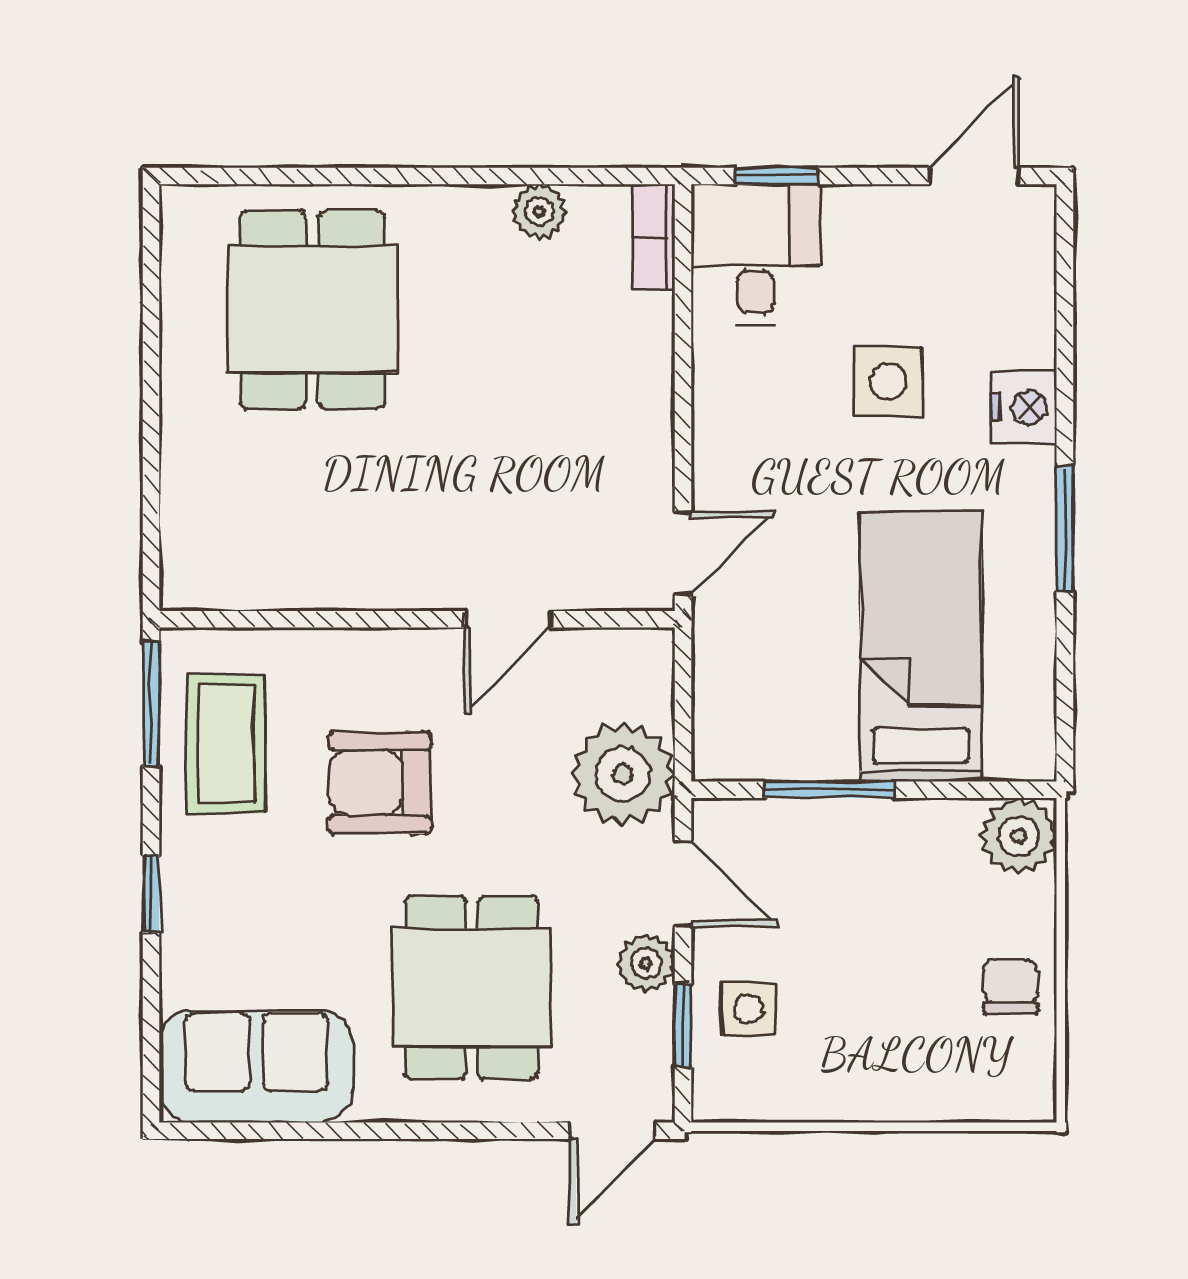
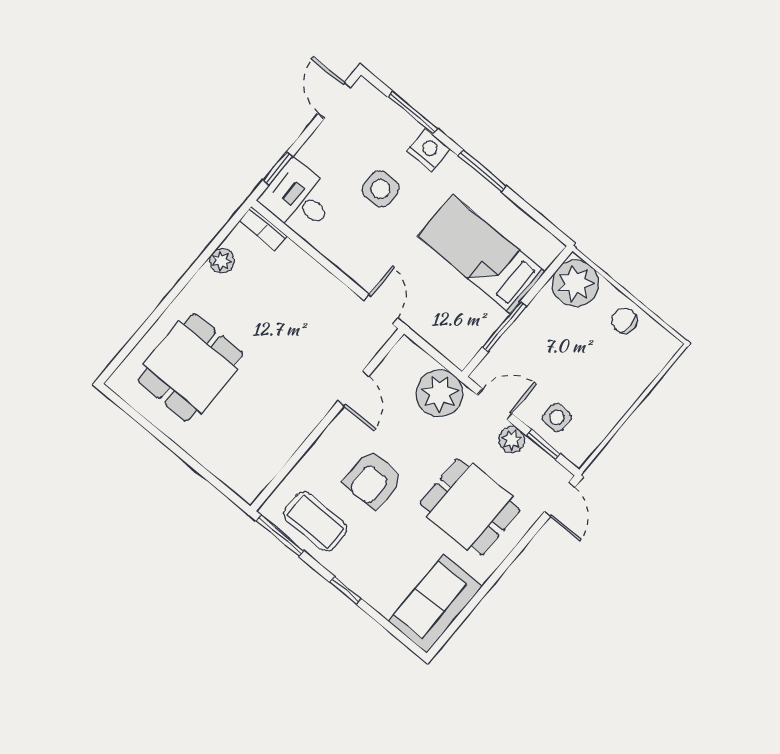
dining table: (312, 310) -> (190, 367), turned 90
window: (1065, 327) -> (413, 113), added
plant: (1019, 836) -> (576, 283), width x1.36, depth x1.36

